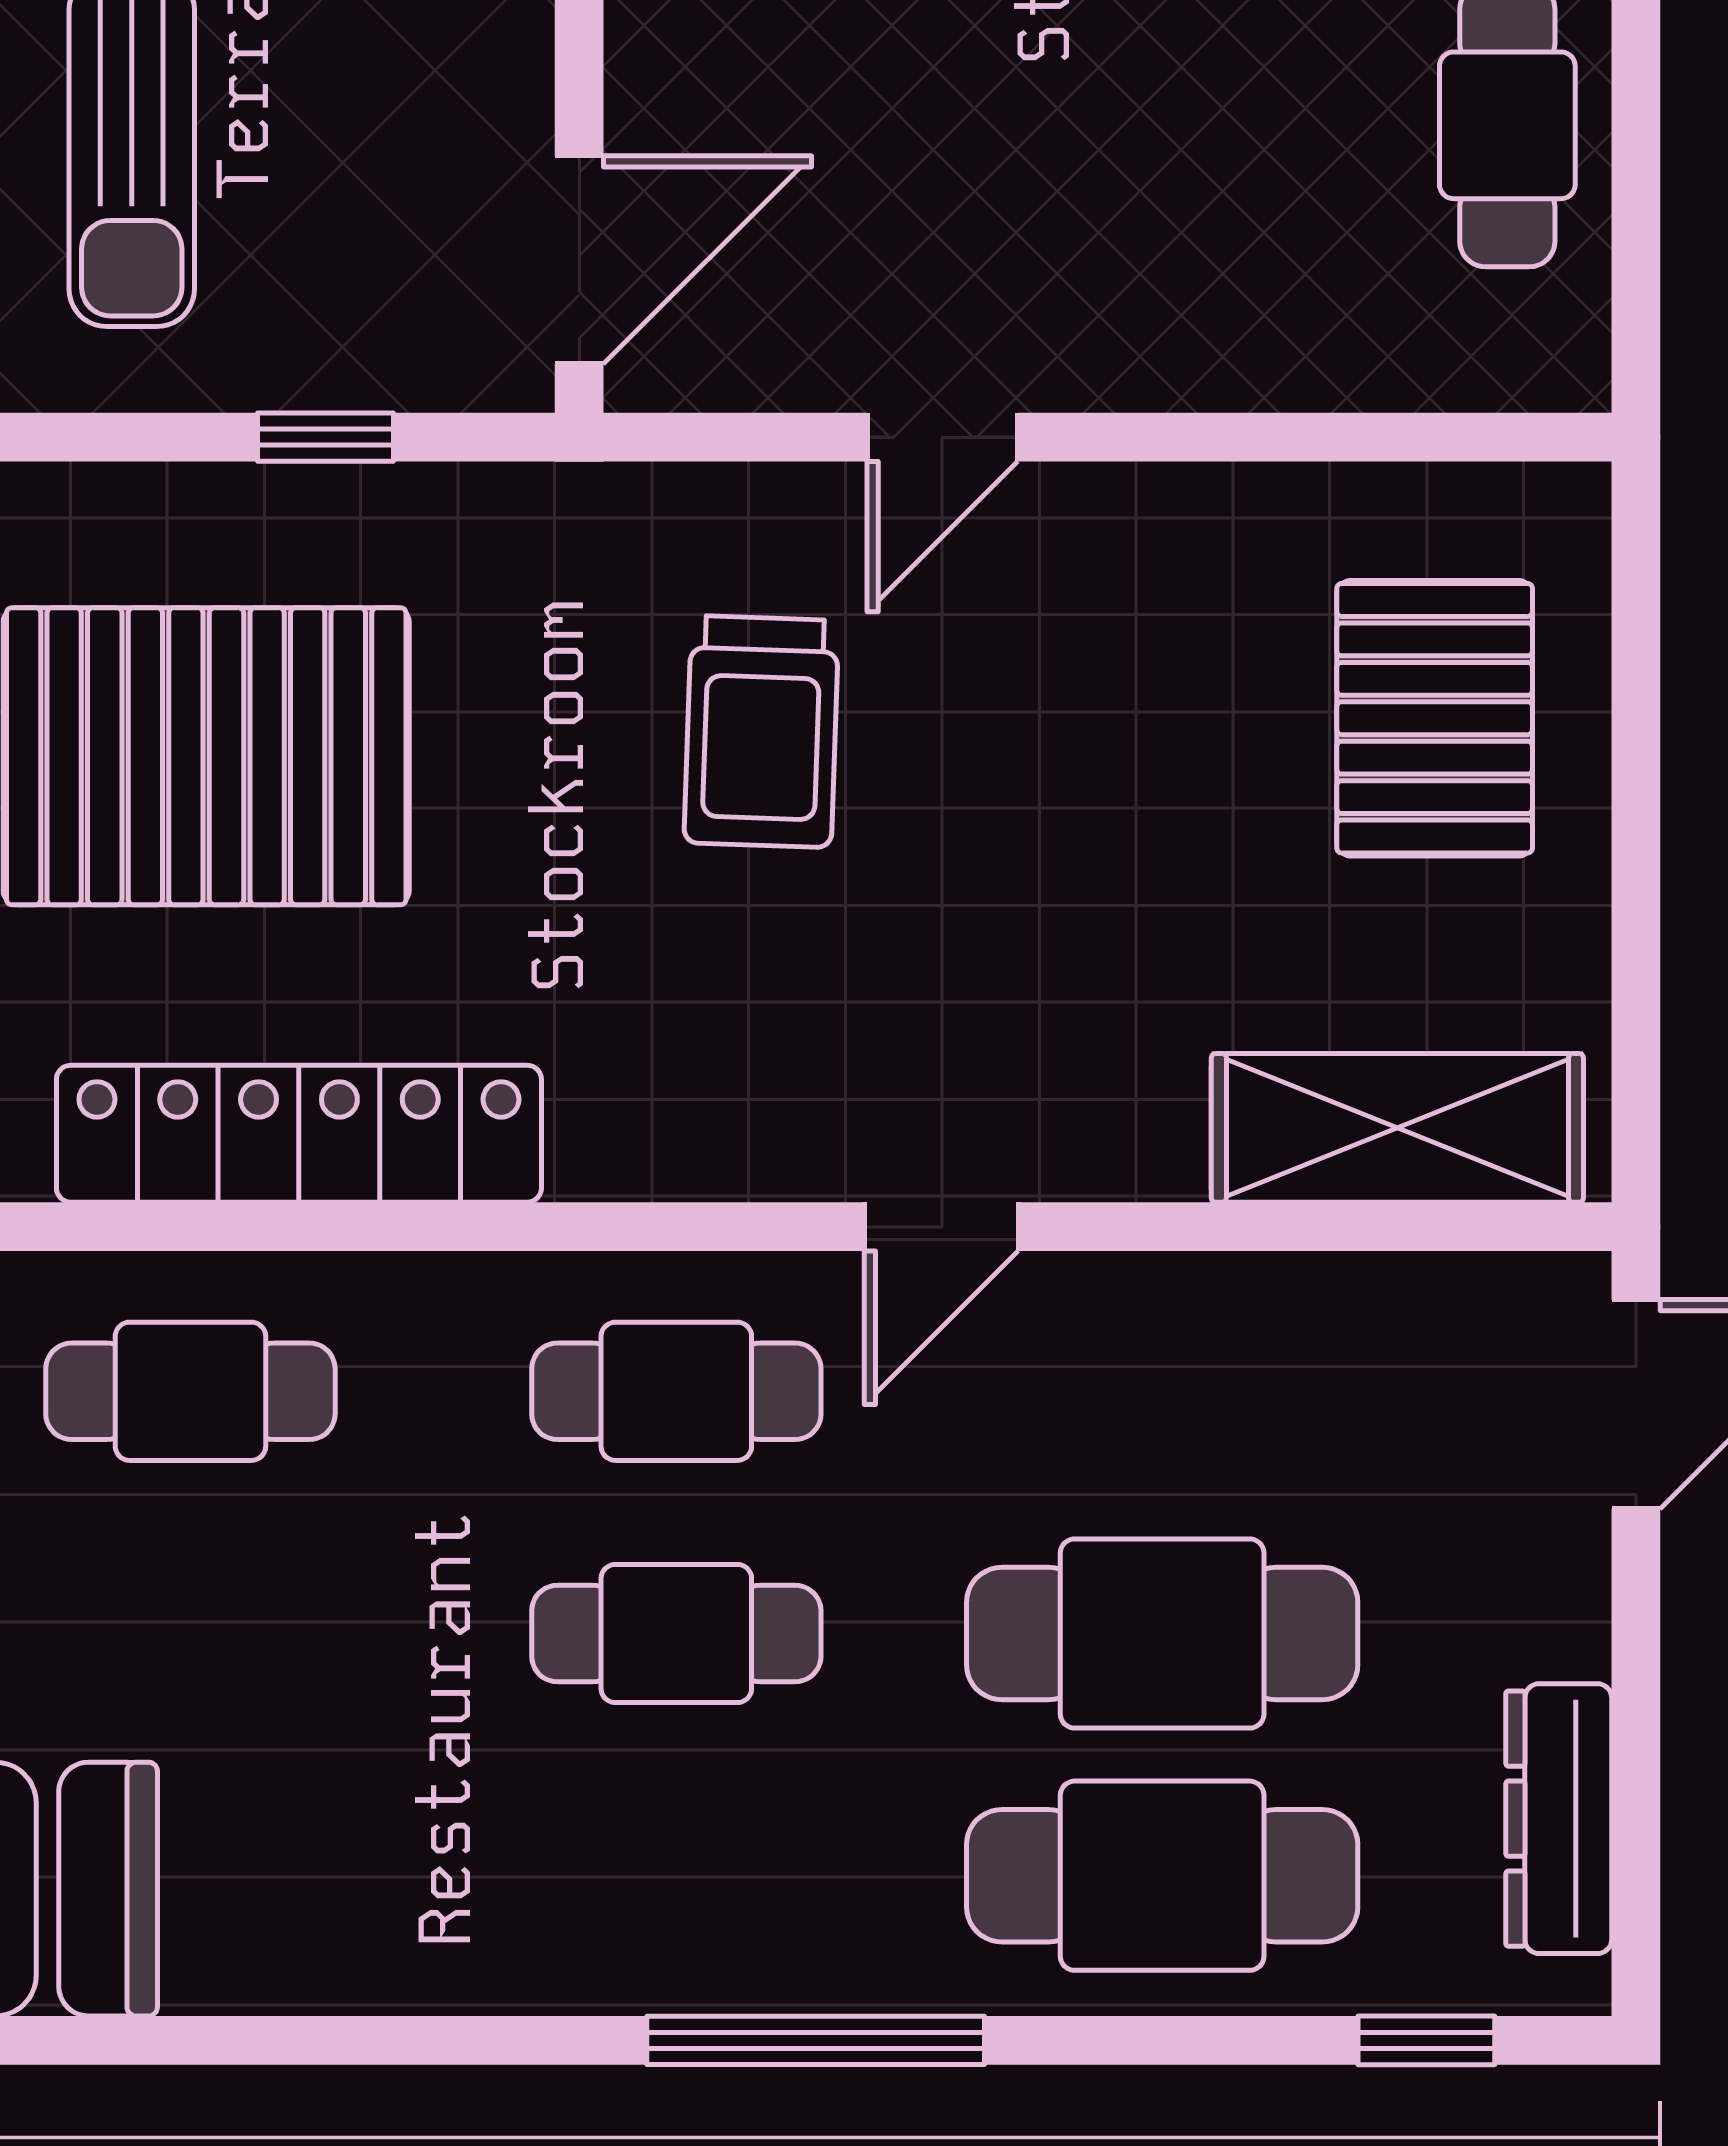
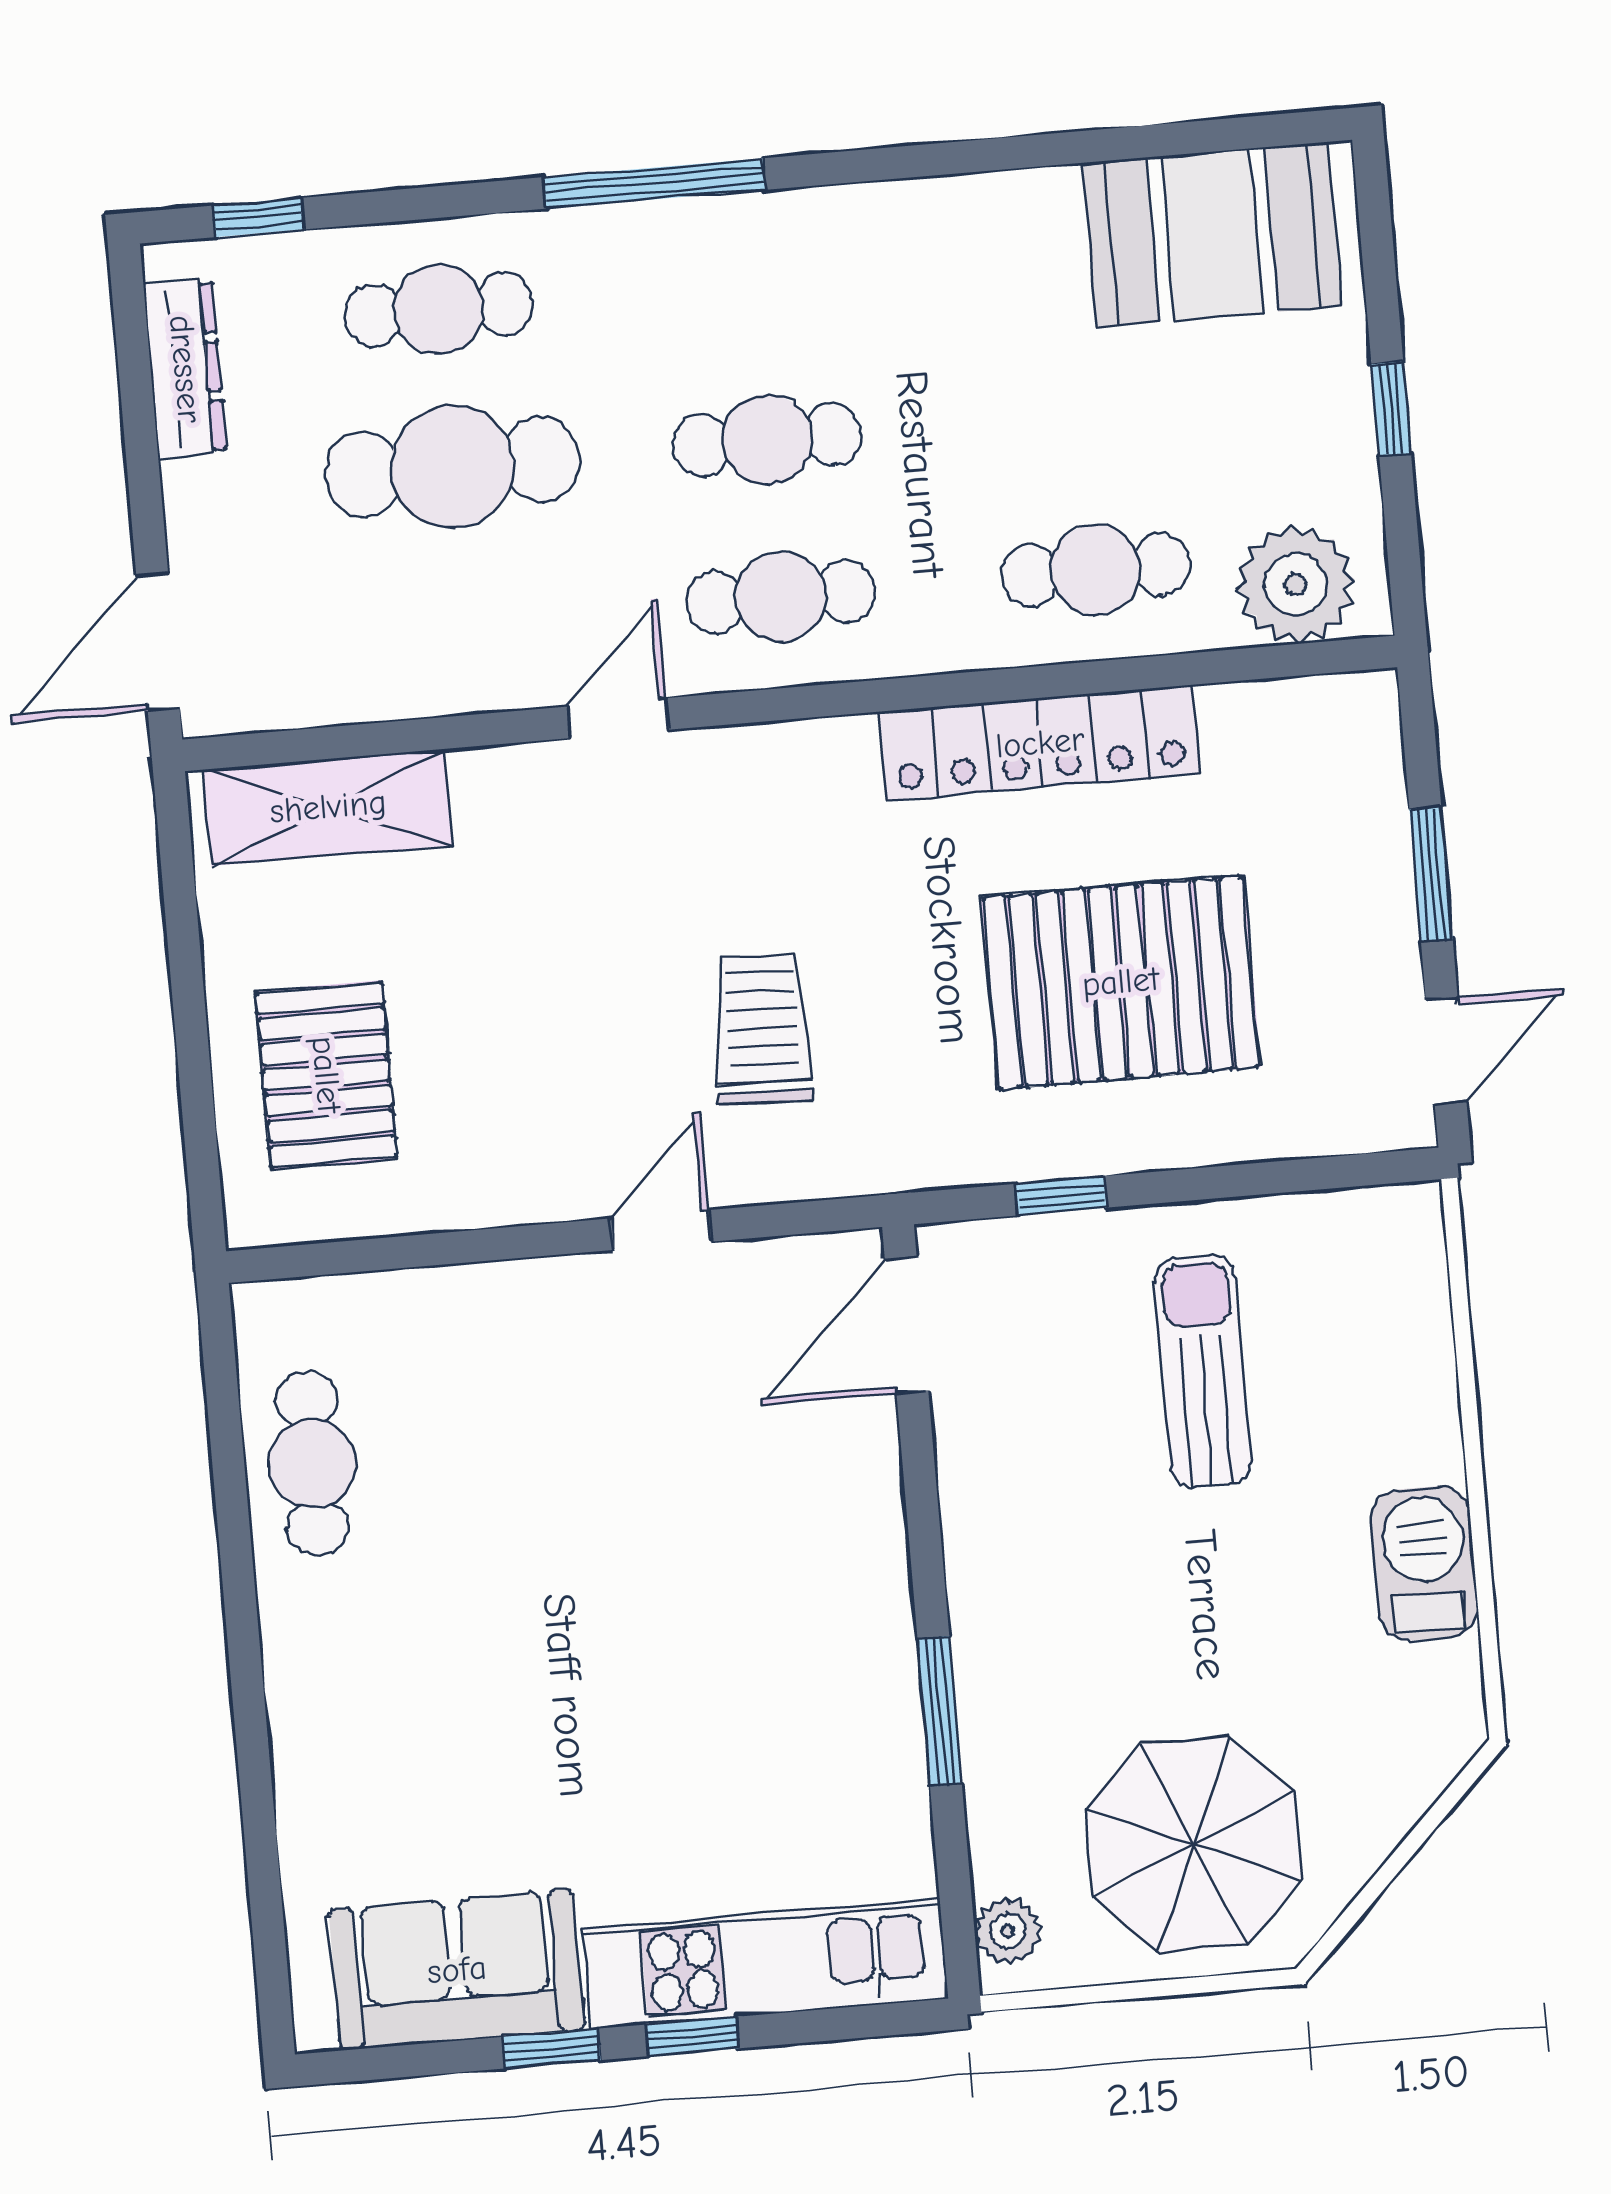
cafe table: (1162, 1876) -> (439, 310), width x0.73, depth x0.74

